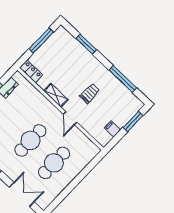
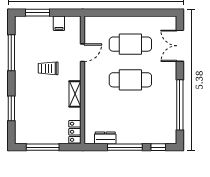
door: (70, 118) -> (83, 53), moved

